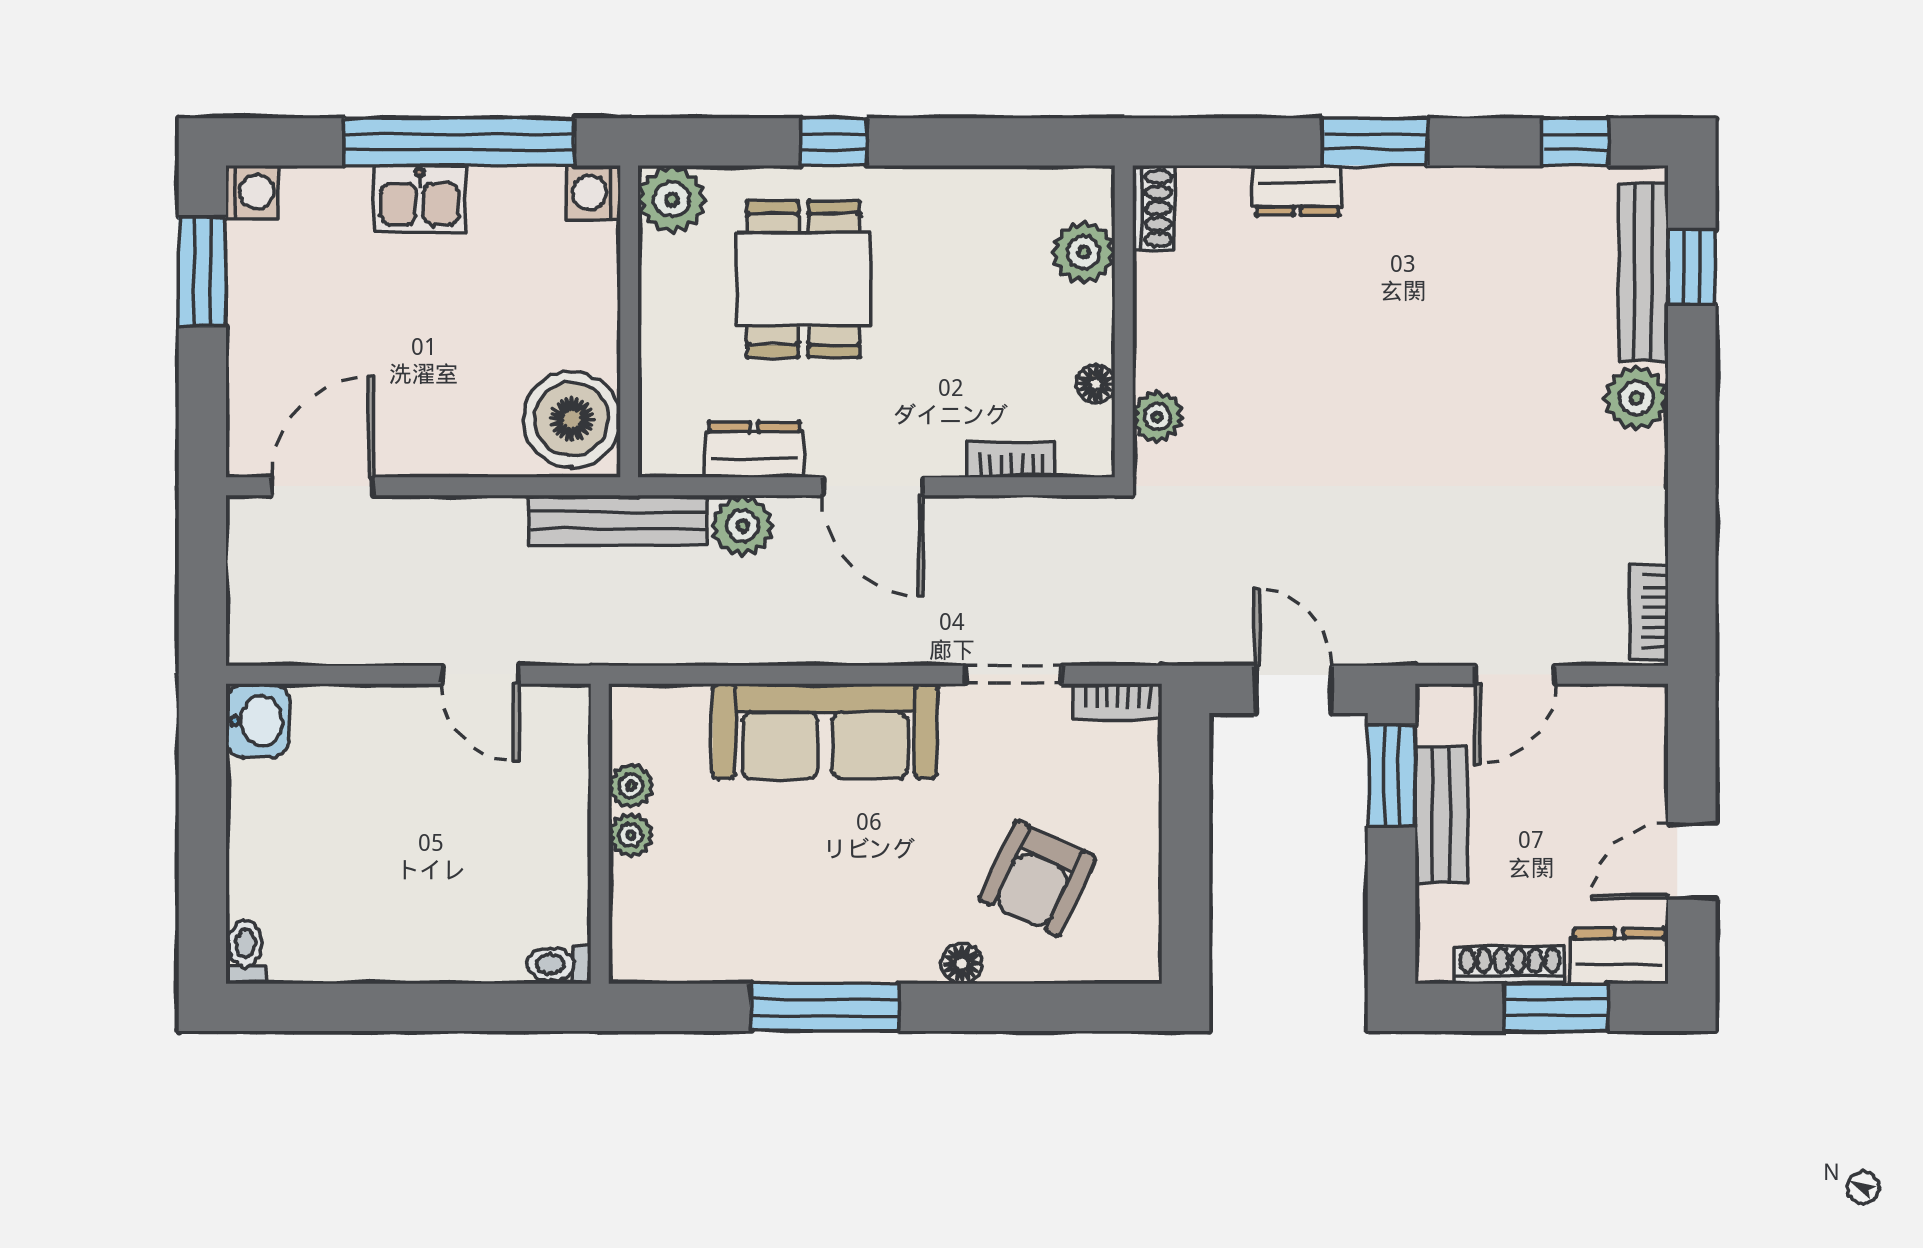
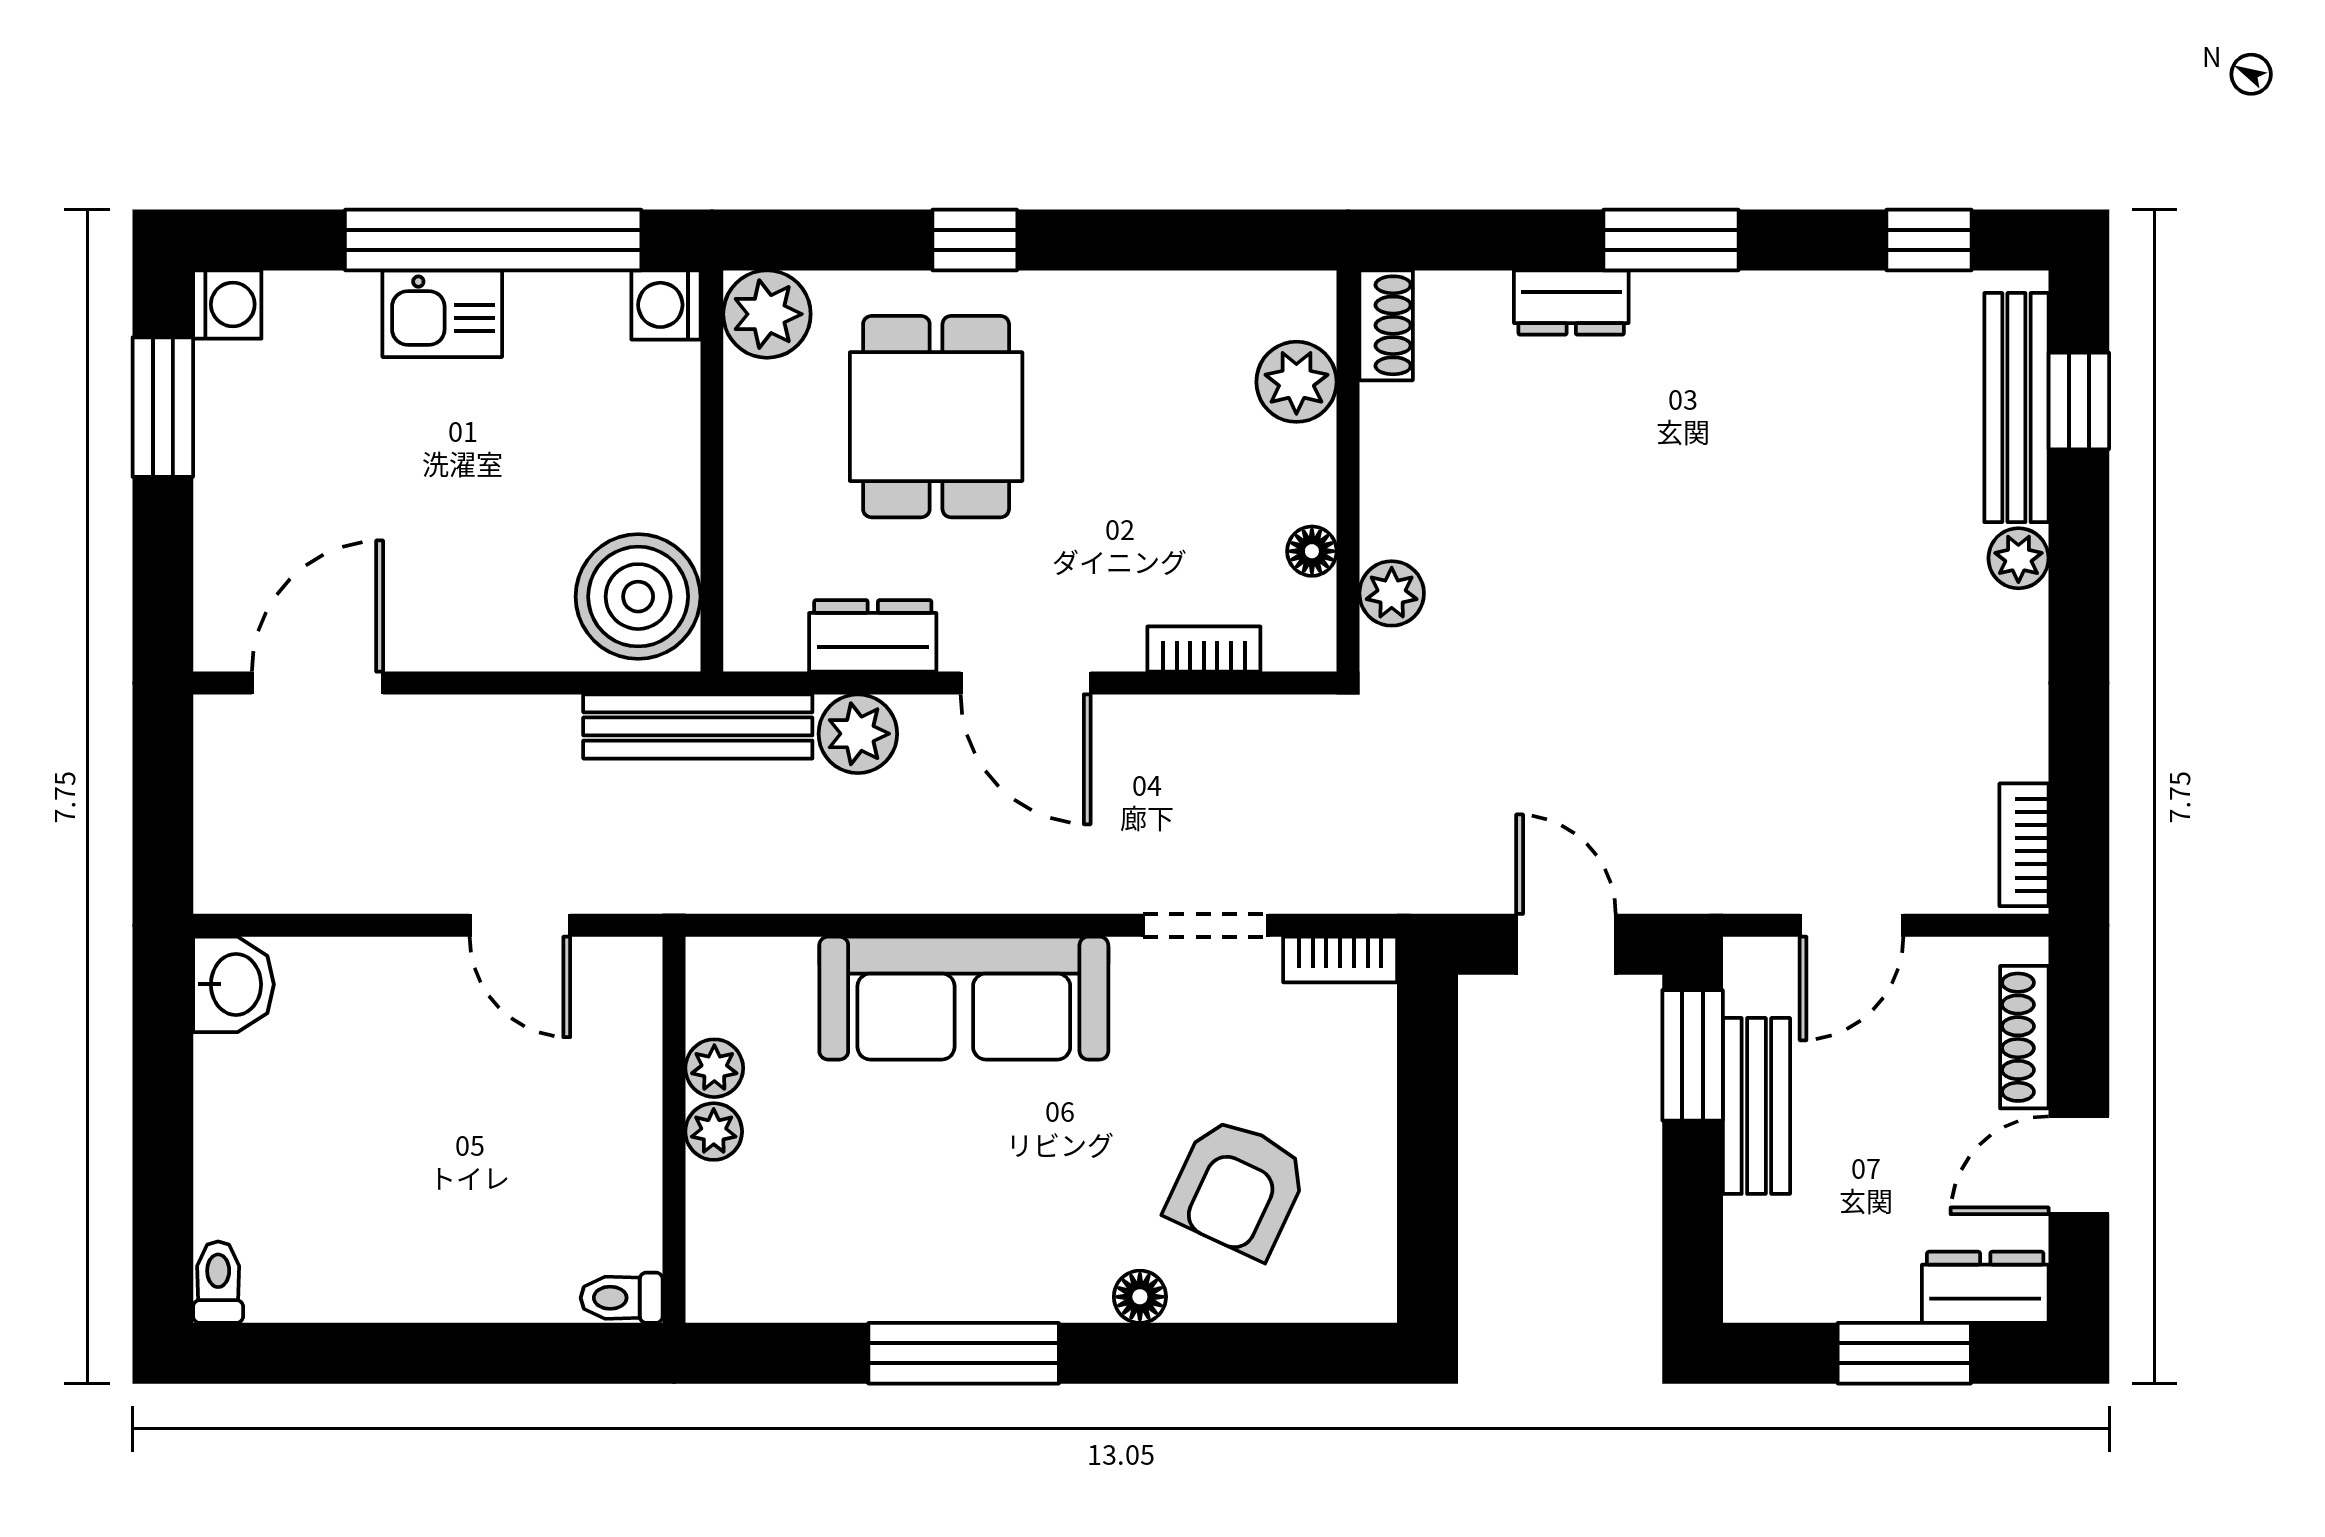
plant: (1636, 398) -> (2018, 558), width x0.73, depth x0.73
shoe rack: (1510, 965) -> (2024, 1037), moved, turned -90

